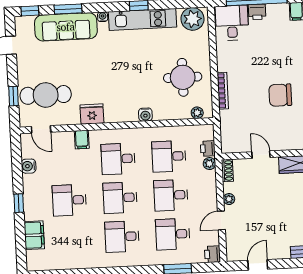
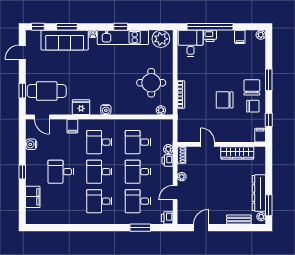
water cooler: (145, 115) -> (106, 110), moved
printer: (208, 149) -> (168, 161), moved

